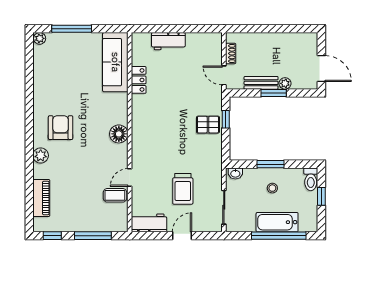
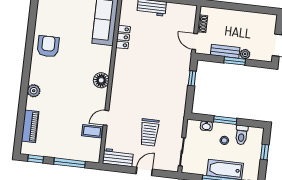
pallet: (208, 125) -> (177, 81), removed
armchair: (61, 128) -> (48, 46), moved
washbasin: (235, 173) -> (206, 126), moved
toilet: (311, 179) -> (241, 135), moved

